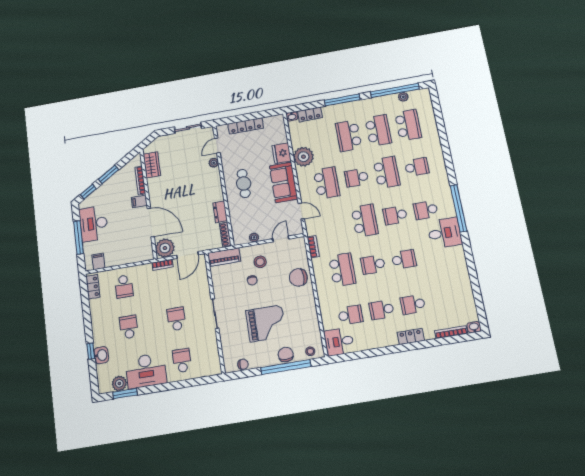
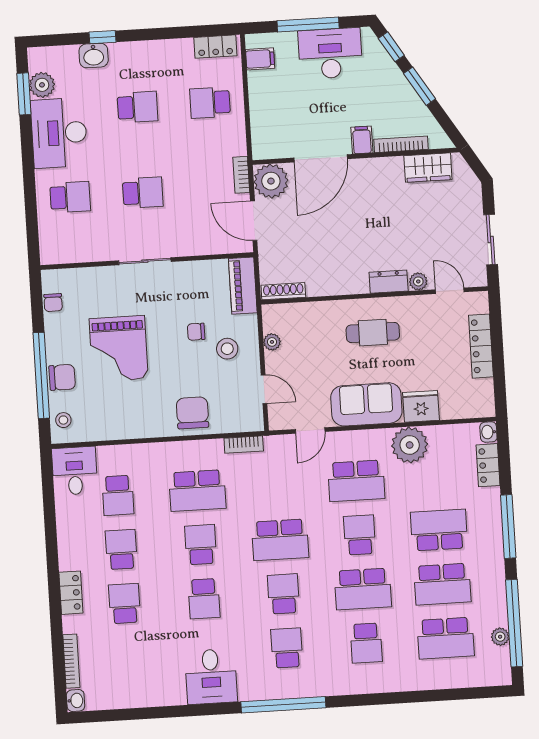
dresser: (220, 212) -> (389, 282), moved
desk: (445, 233) -> (211, 676), moved

